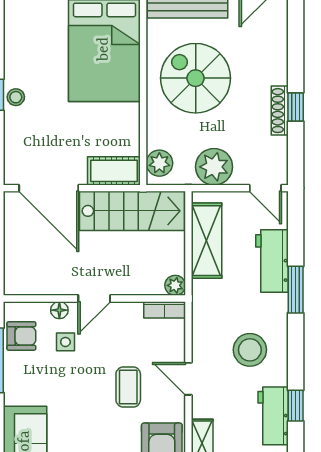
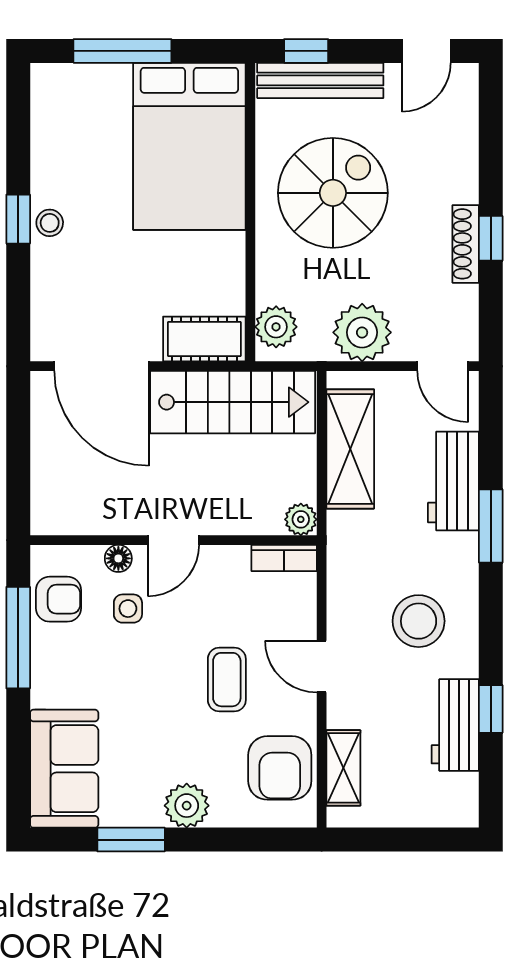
spiral stairs: (196, 78) -> (333, 193), turned 90

